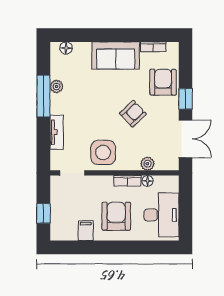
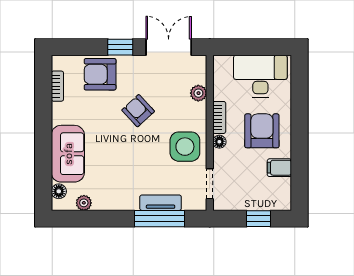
sofa: (116, 55) -> (68, 154), moved
plant: (57, 86) -> (84, 203), moved
window: (43, 96) -> (160, 219), moved
floor lamp: (147, 181) -> (219, 142), moved
armchair: (116, 216) -> (262, 131), turned 90

